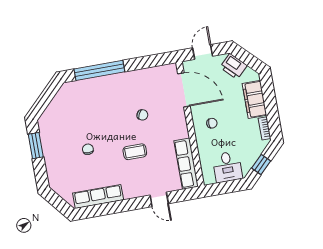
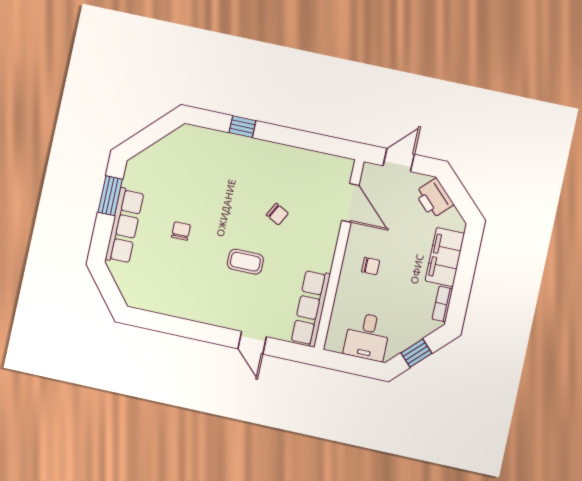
window: (99, 70) -> (242, 127), width x0.32
door: (184, 90) -> (350, 203), width x0.73
row of seats: (98, 196) -> (125, 226), moved, turned 90

